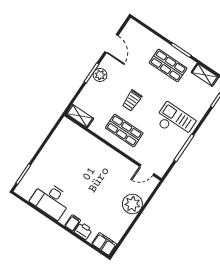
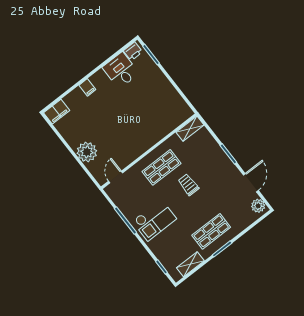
door: (111, 44) -> (251, 183), swing flipped
plant: (100, 75) -> (258, 206), moved
desk: (51, 200) -> (121, 70), width x0.73
printer: (83, 231) -> (133, 51), moved

